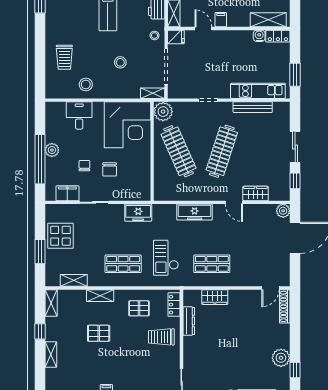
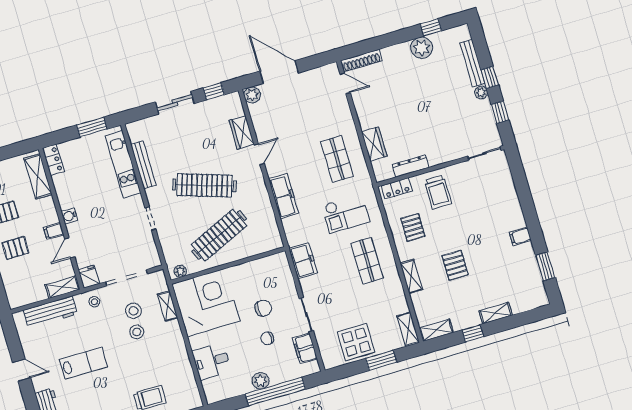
water cooler: (259, 36) -> (69, 216), moved
stool: (86, 85) -> (133, 311), moved
shelving: (153, 93) -> (168, 306), moved
plant: (163, 112) -> (180, 271), width x0.53, depth x0.53
shelving: (74, 280) -> (408, 329), moved

